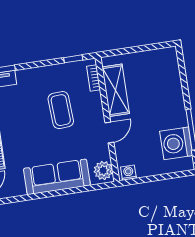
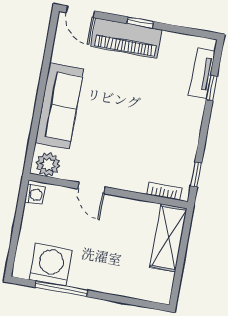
shelving: (116, 90) -> (168, 238), moved, turned 90
coffee table: (61, 110) -> (139, 138), removed

